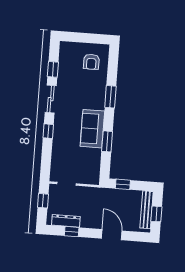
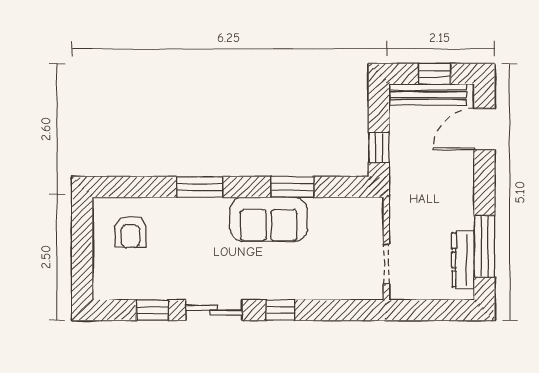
armchair: (91, 62) -> (130, 232), turned 90
window: (43, 201) -> (425, 310), removed
window: (72, 232) -> (484, 246), width x2.17
door: (112, 235) -> (484, 129), moved

